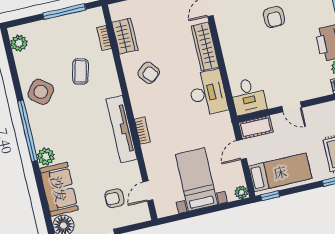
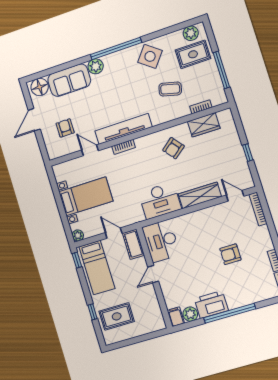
rug: (43, 42) -> (193, 54), added
desk: (248, 96) -> (161, 241), width x1.37
door: (148, 191) -> (90, 150), moved

